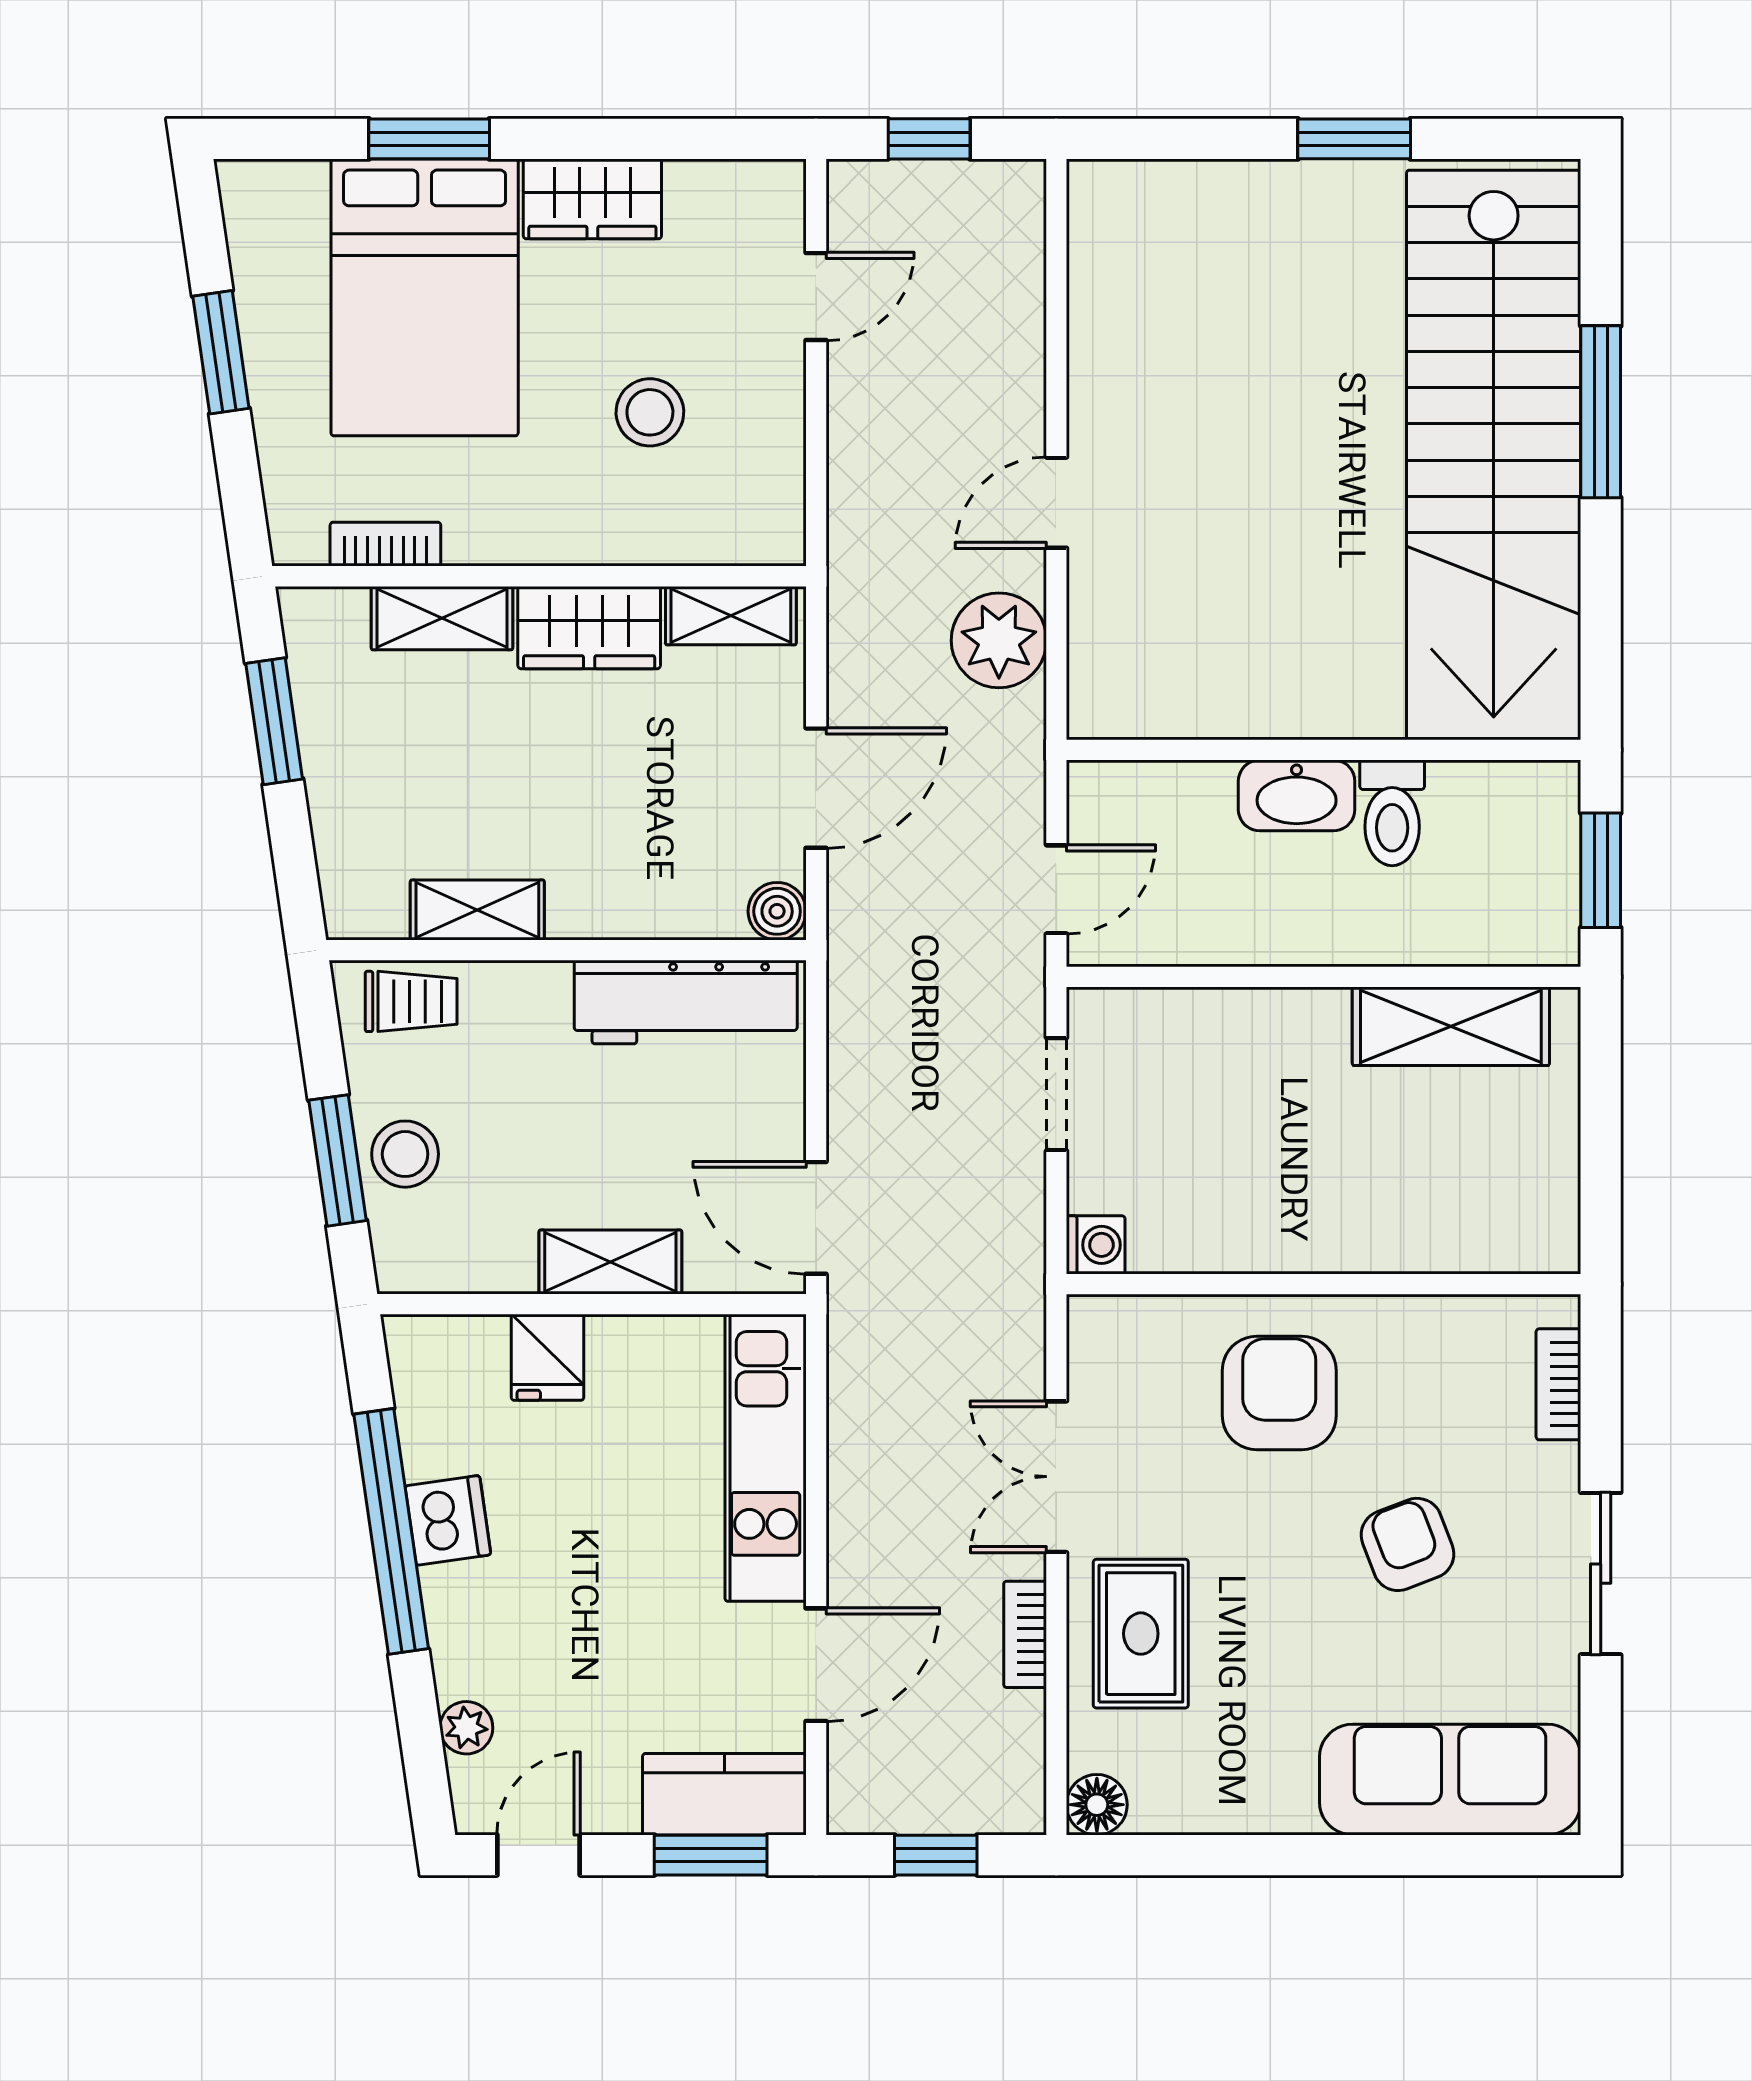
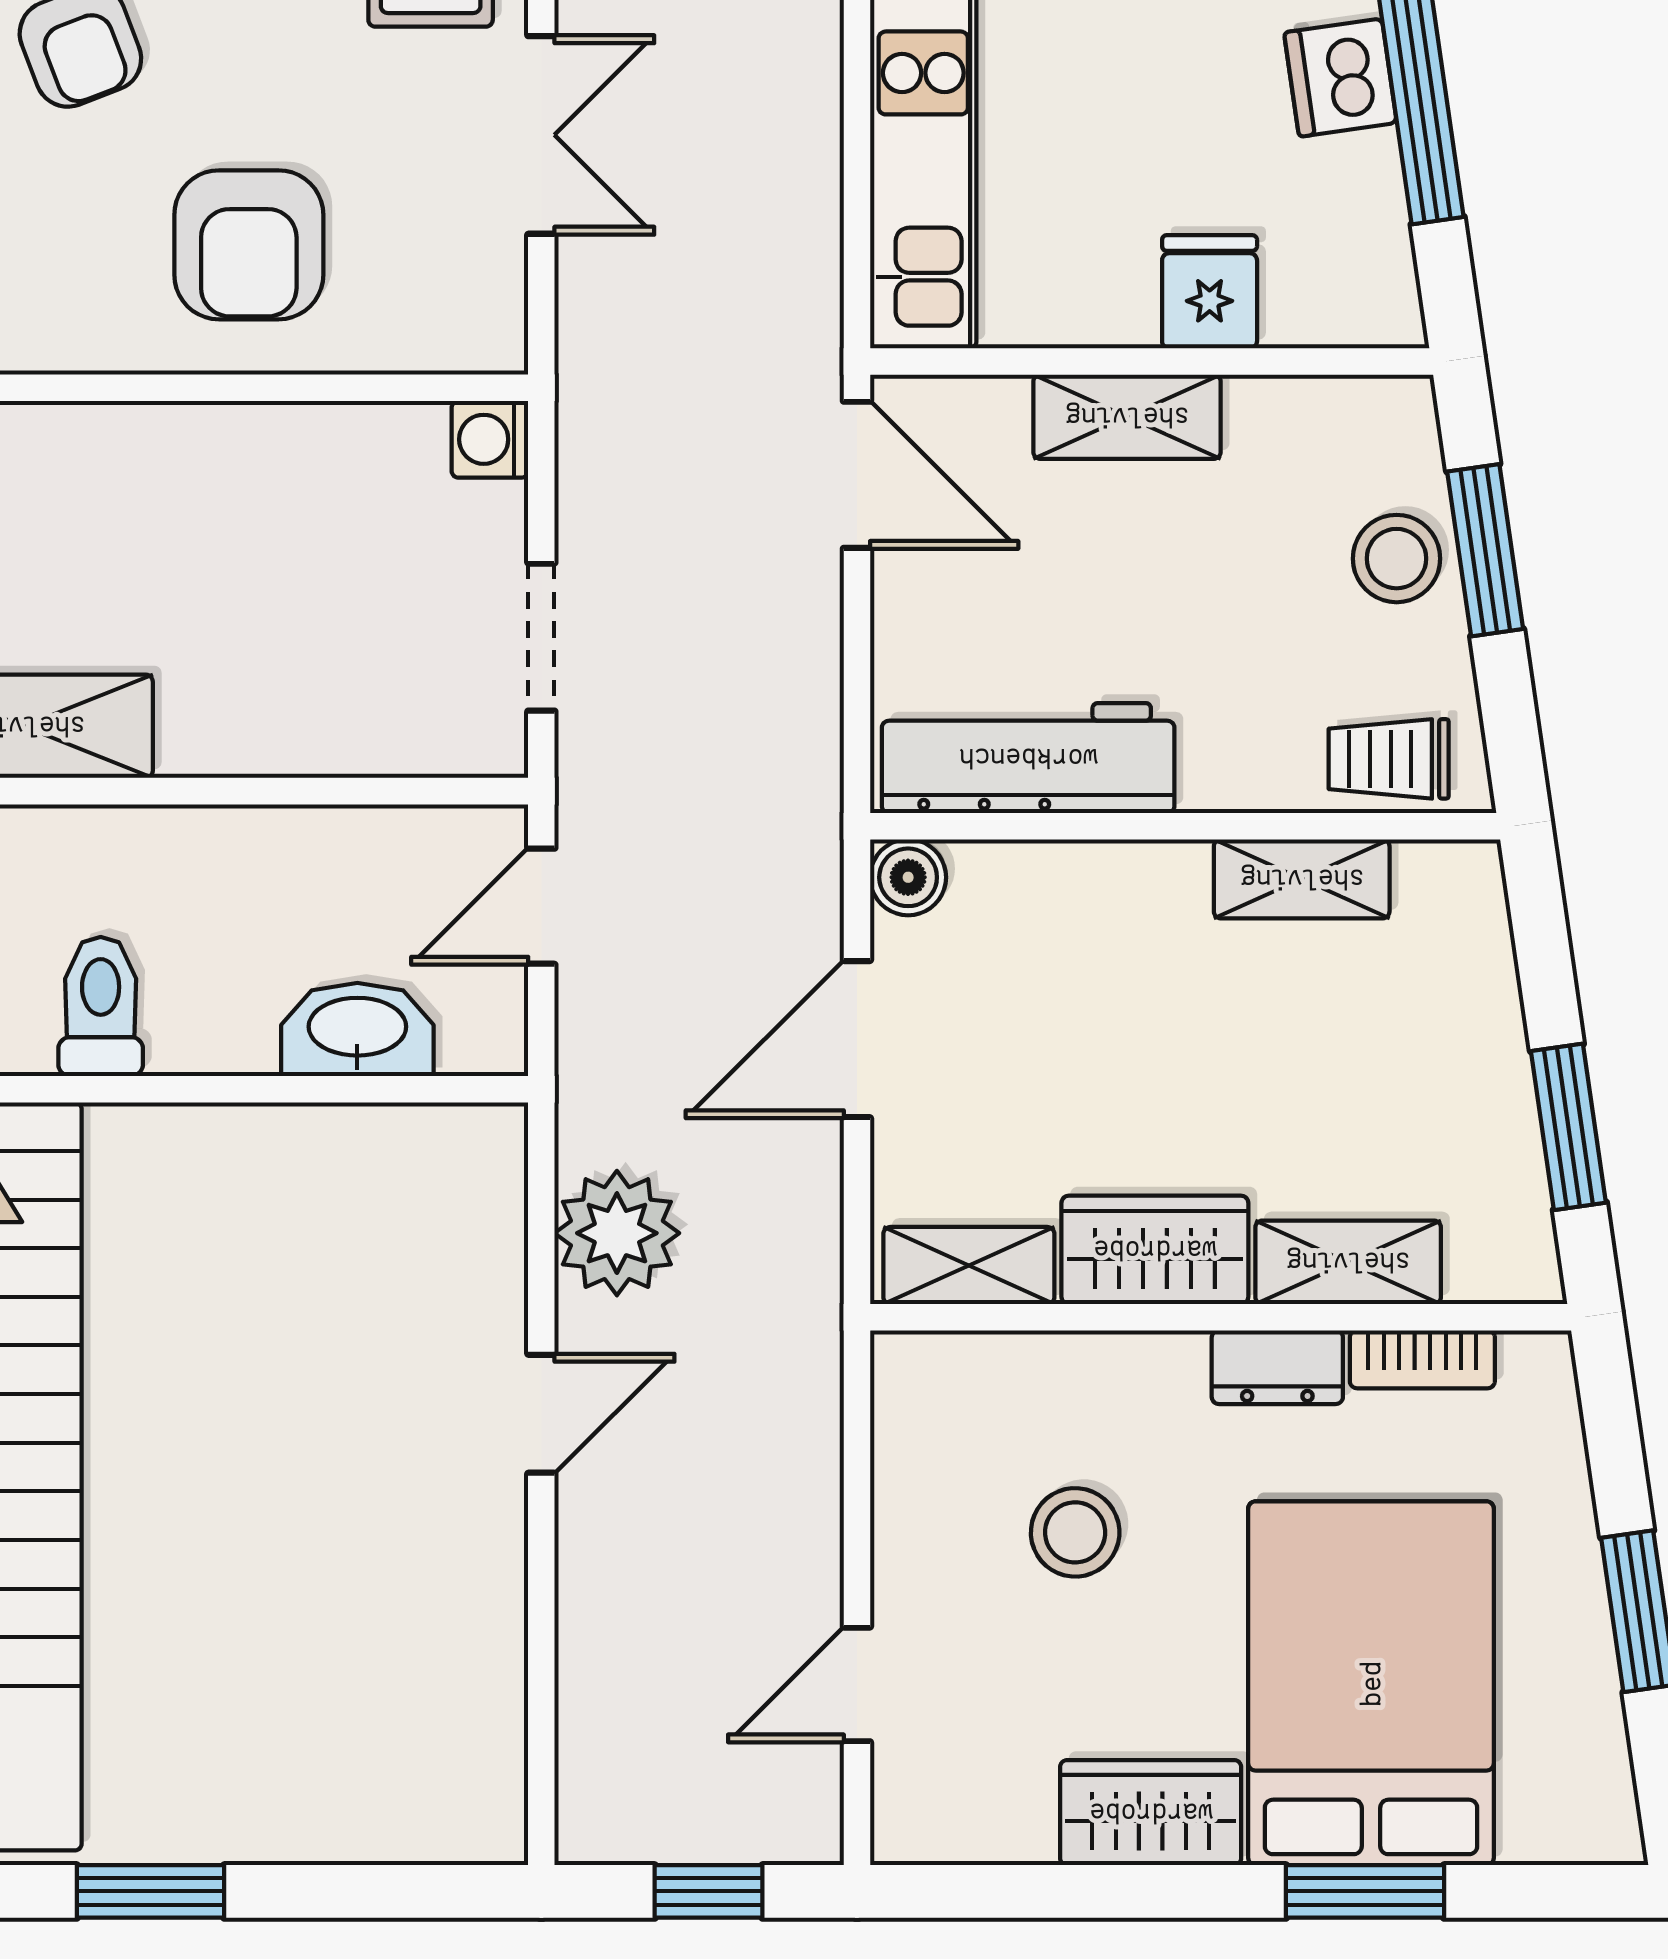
dresser: (496, 538) -> (1277, 1367), added
washbasin: (1297, 795) -> (357, 1029), moved

